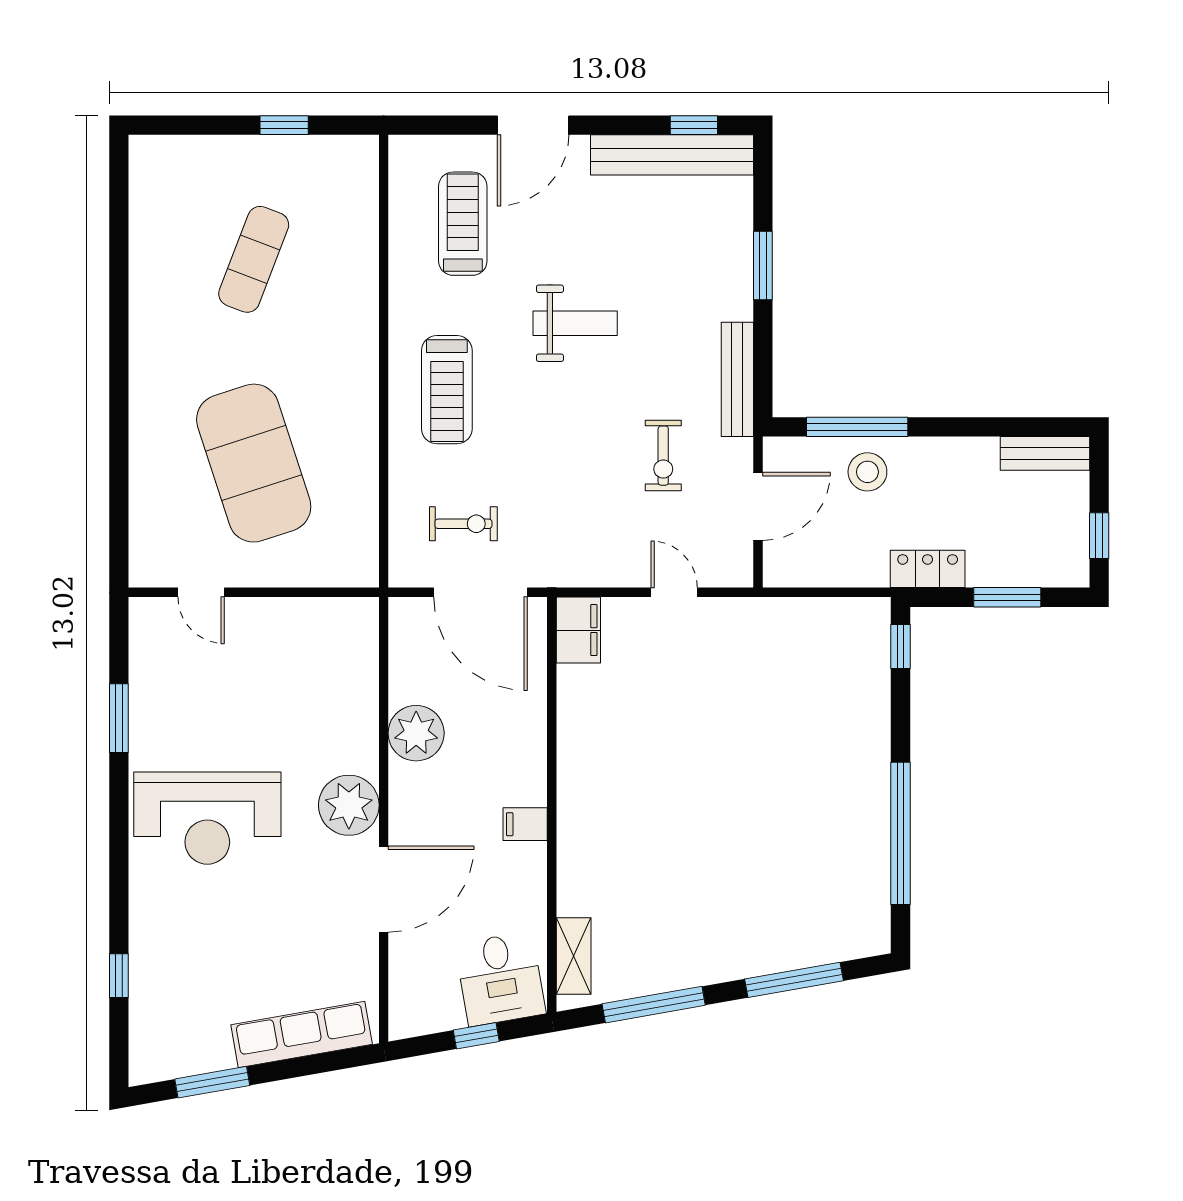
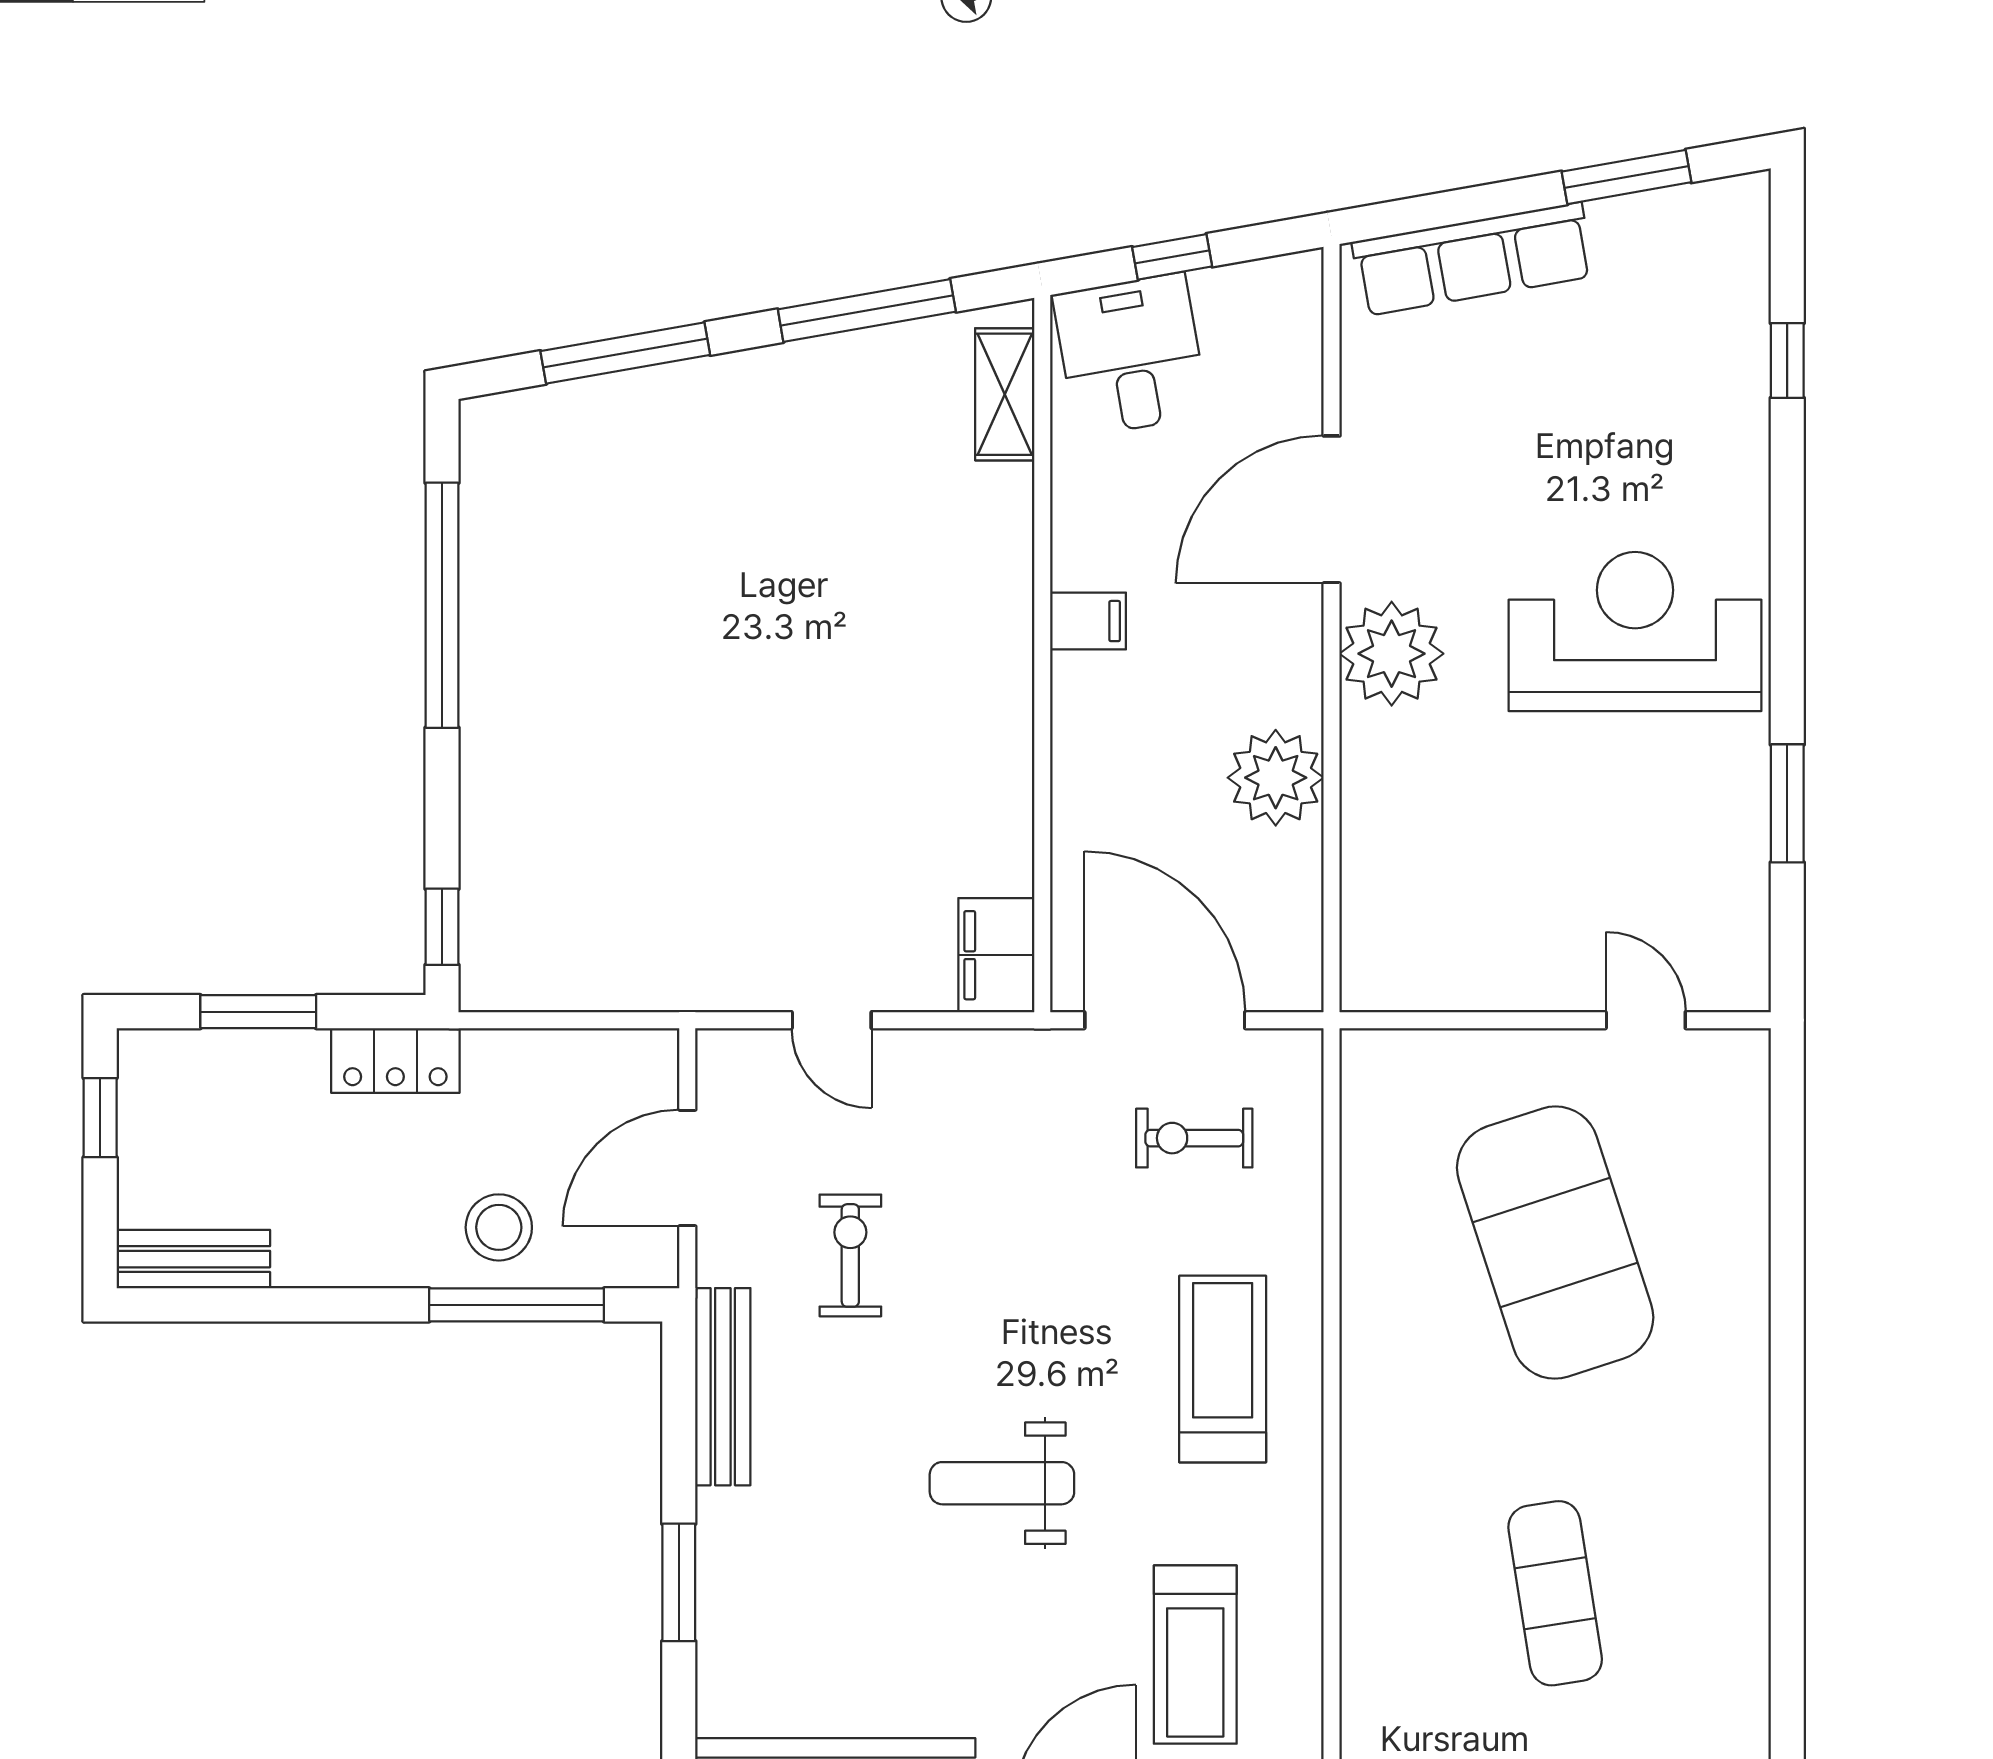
exercise mat: (254, 259) -> (1555, 1593), turned -30

